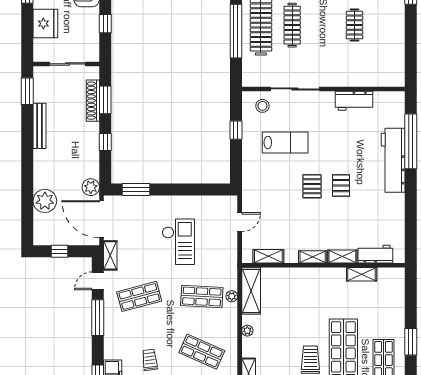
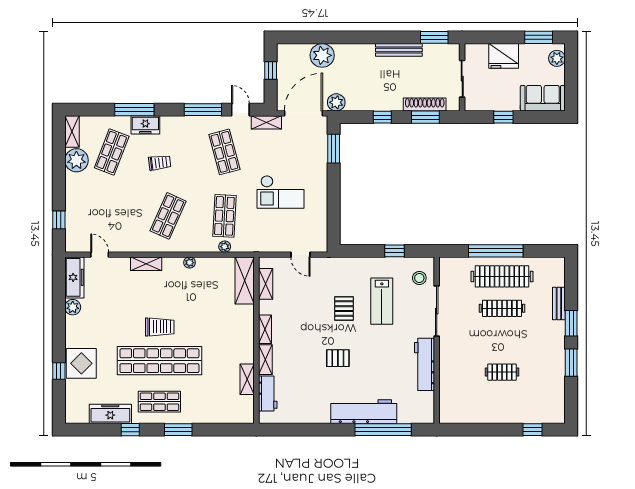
workbench: (354, 101) -> (424, 364), width x1.38
pallet: (312, 186) -> (344, 309), moved, turned 90
shelving: (251, 291) -> (245, 281), moved, turned 90

